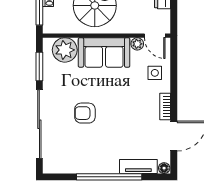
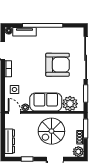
armchair: (85, 113) -> (58, 65), width x1.88, depth x1.88

